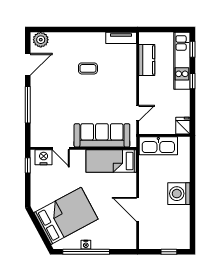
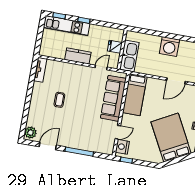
kitchen counter: (147, 60) -> (78, 56), moved
door: (28, 64) -> (48, 146), hinge flipped
door: (138, 113) -> (101, 67), hinge flipped
fridge: (183, 126) -> (115, 47), moved

